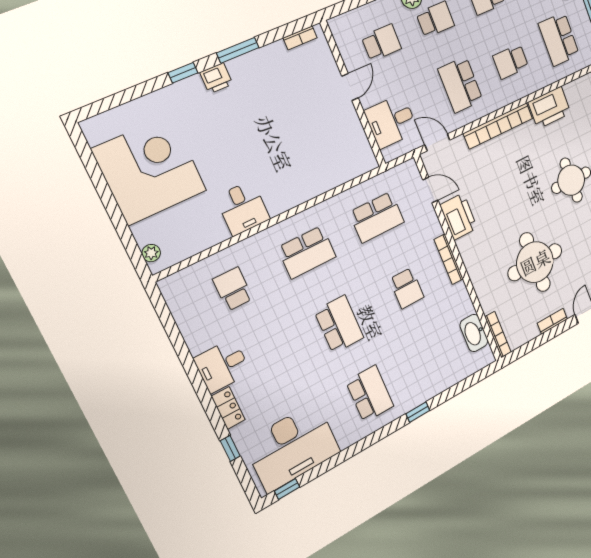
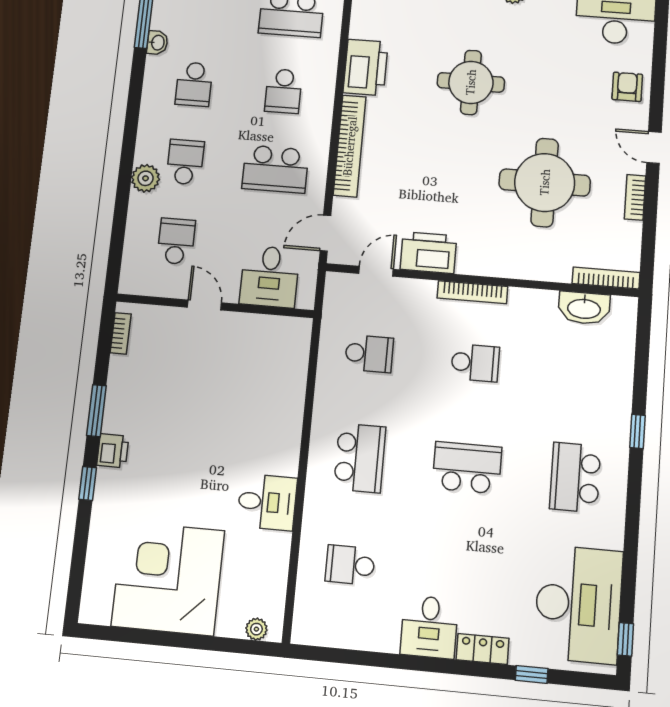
school desk: (377, 217) -> (369, 354), width x0.54
school desk: (370, 394) -> (575, 477), turned -90

